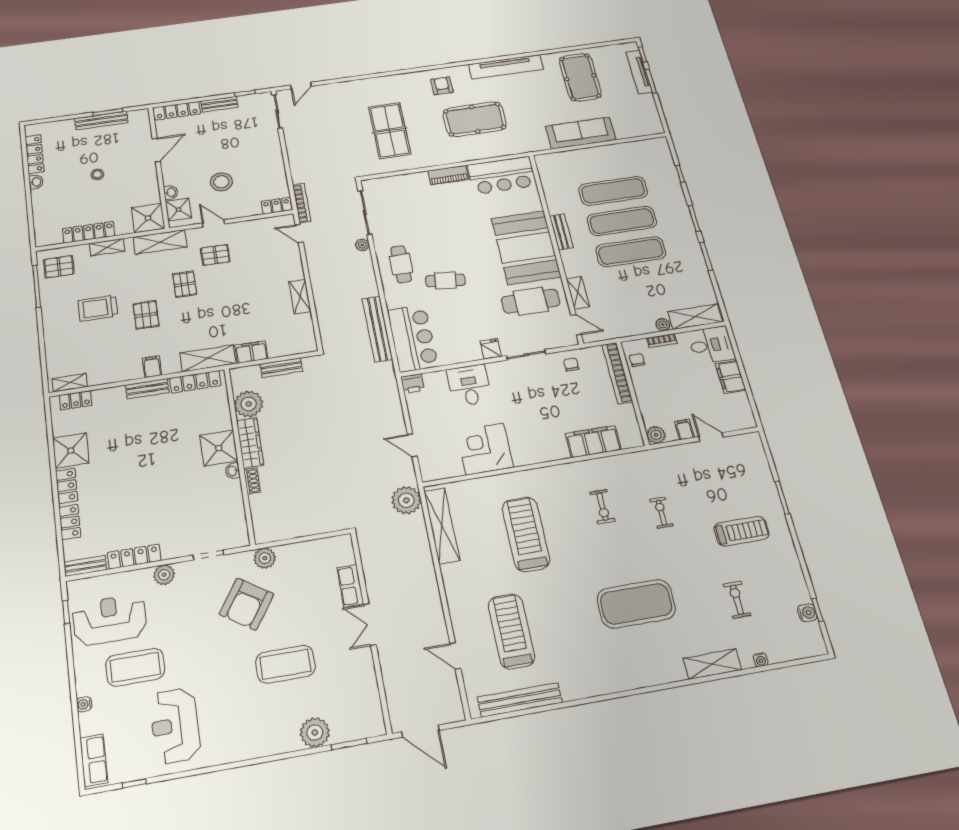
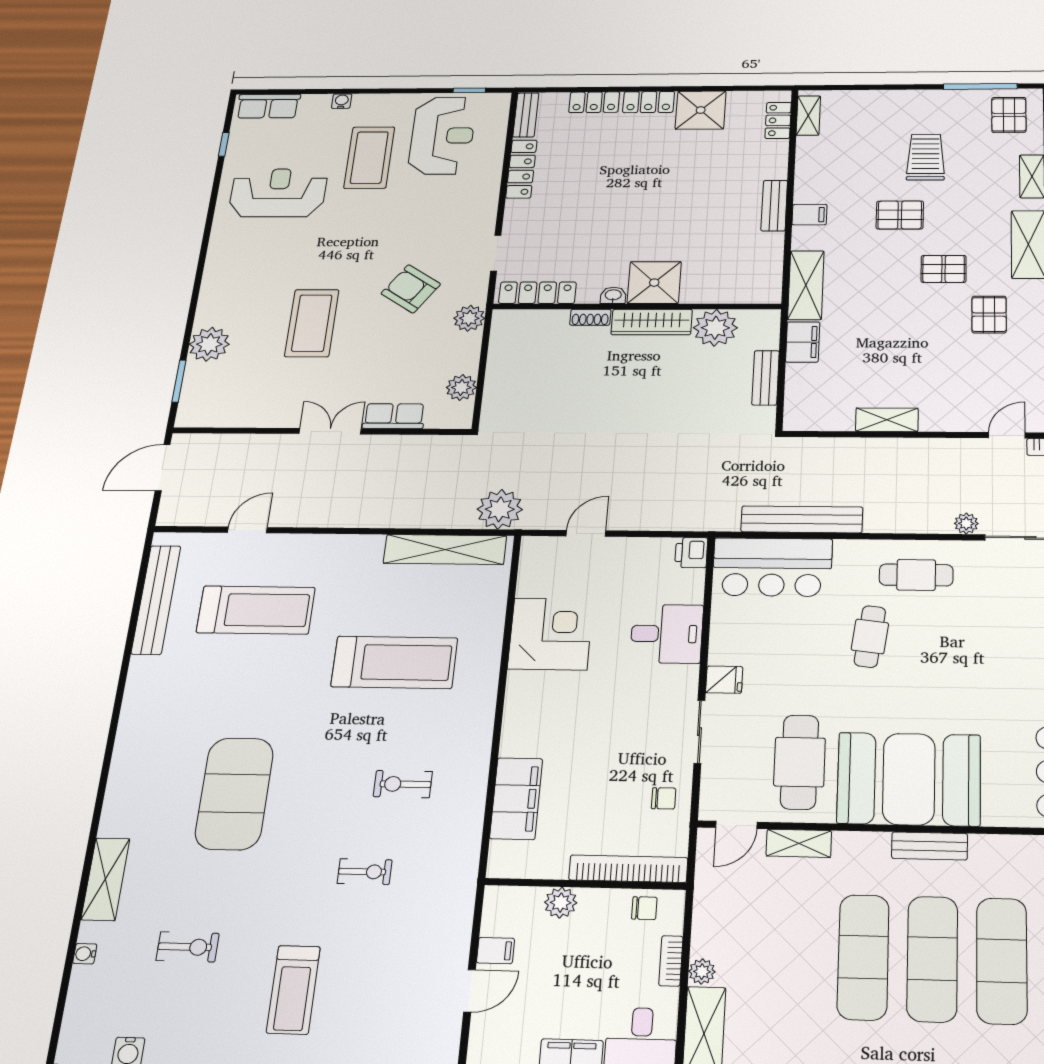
locker: (195, 382) -> (537, 293), moved, turned 90
plant: (656, 435) -> (561, 903), moved
plant: (164, 575) -> (461, 387), moved
armchair: (247, 604) -> (411, 289), width x0.73, depth x0.73

